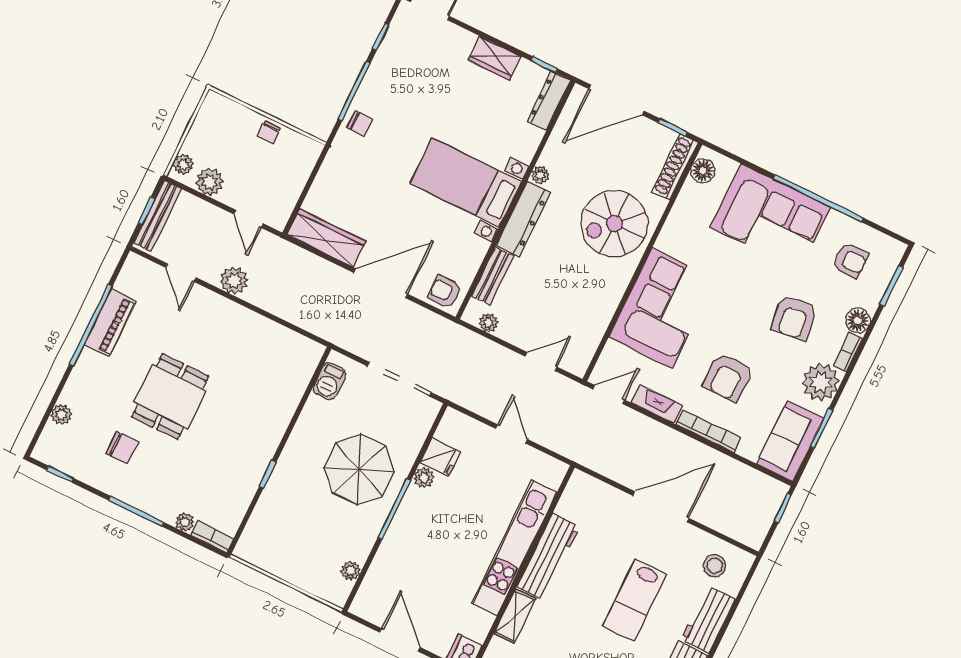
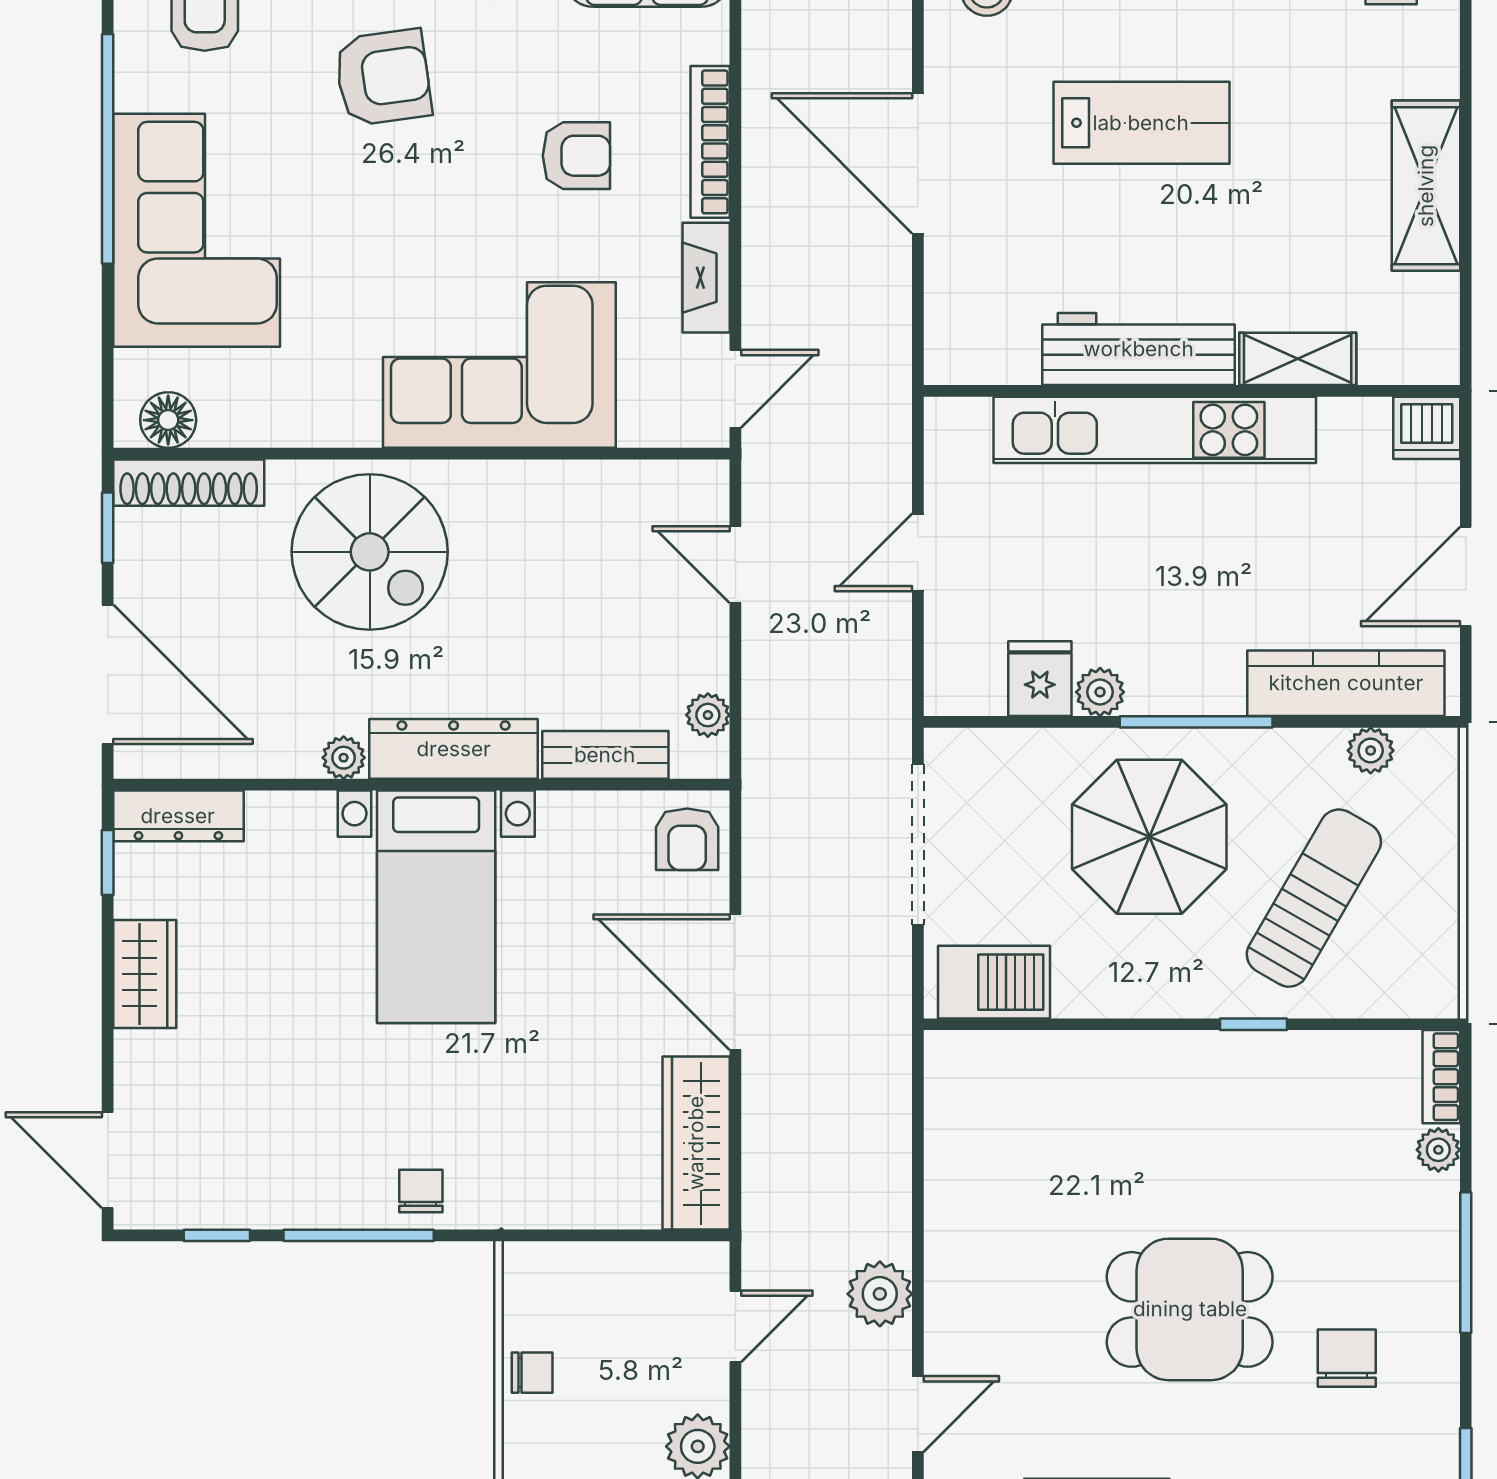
armchair: (728, 377) -> (576, 156), width x0.72, depth x0.72
barbecue: (329, 381) -> (994, 982), width x1.38, depth x1.27
door: (609, 394) -> (735, 389), swing flipped
sun lounger: (305, 521) -> (1314, 898), added
kitchen counter: (381, 574) -> (1346, 683), added

